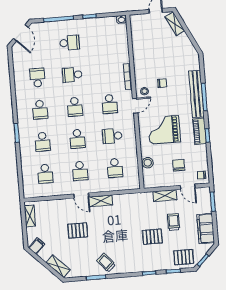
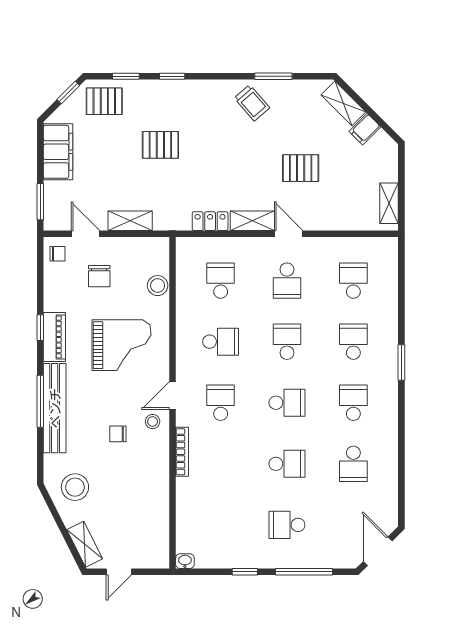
stool: (182, 53) -> (75, 487), added
school desk: (75, 107) -> (287, 403), turned 90
school desk: (80, 171) -> (287, 281), turned 180
locker: (123, 199) -> (210, 221), added
trolley: (174, 222) -> (118, 169), removed
filing cabinet: (37, 246) -> (365, 129), moved

